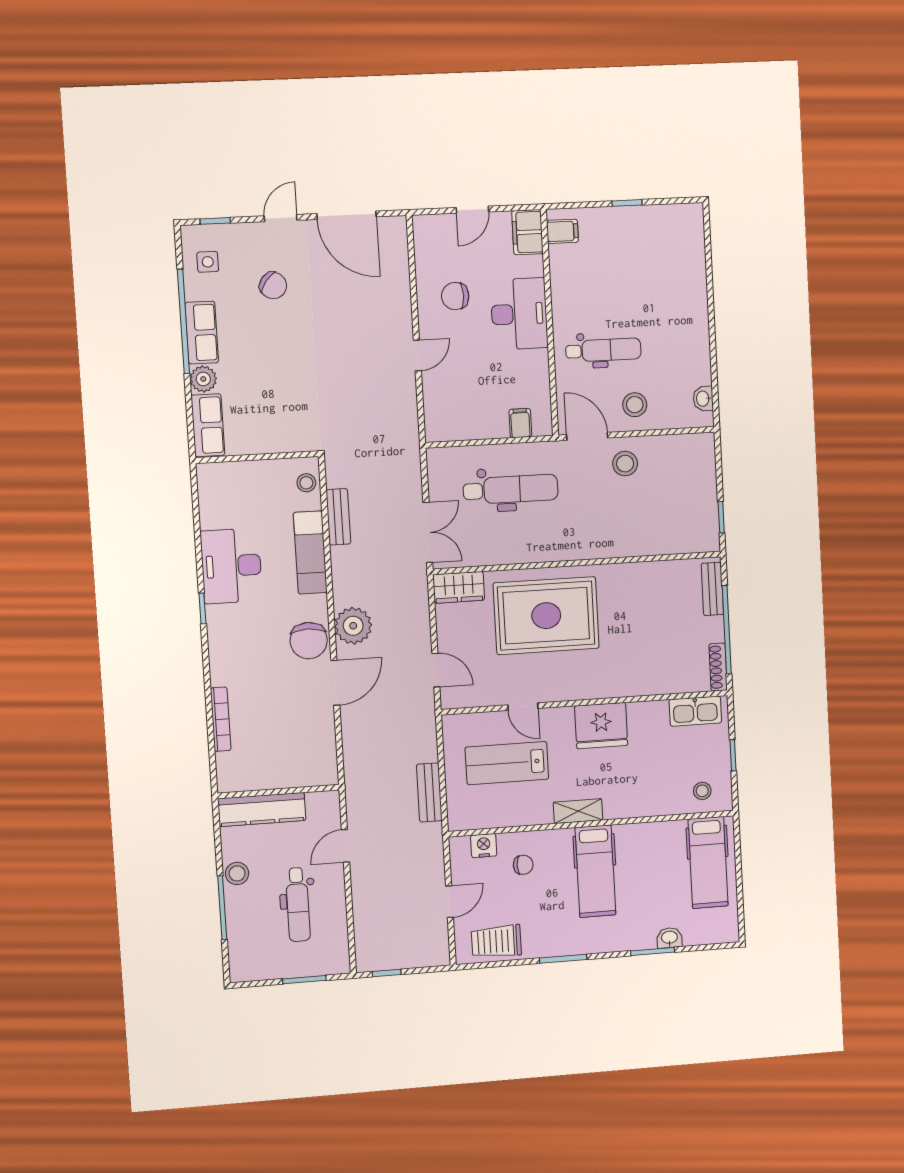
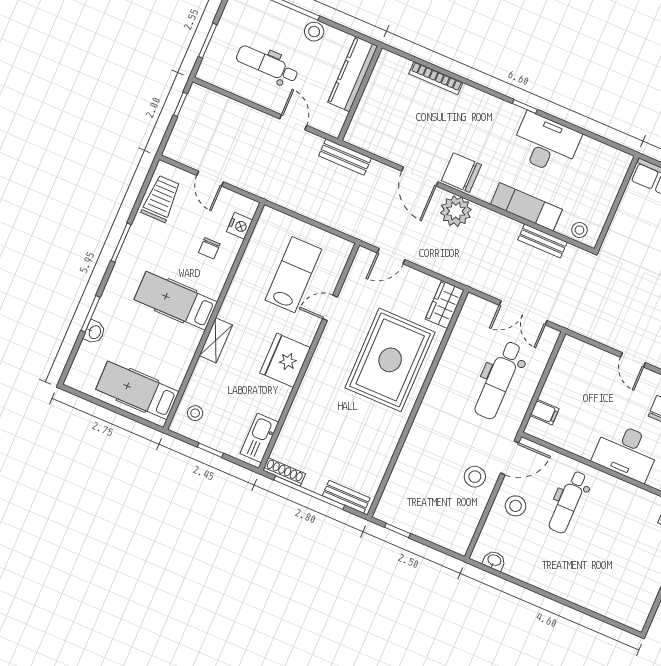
double door: (428, 532) -> (523, 313), moved
bench: (429, 792) -> (345, 157), moved
shelving: (578, 811) -> (216, 340), moved

